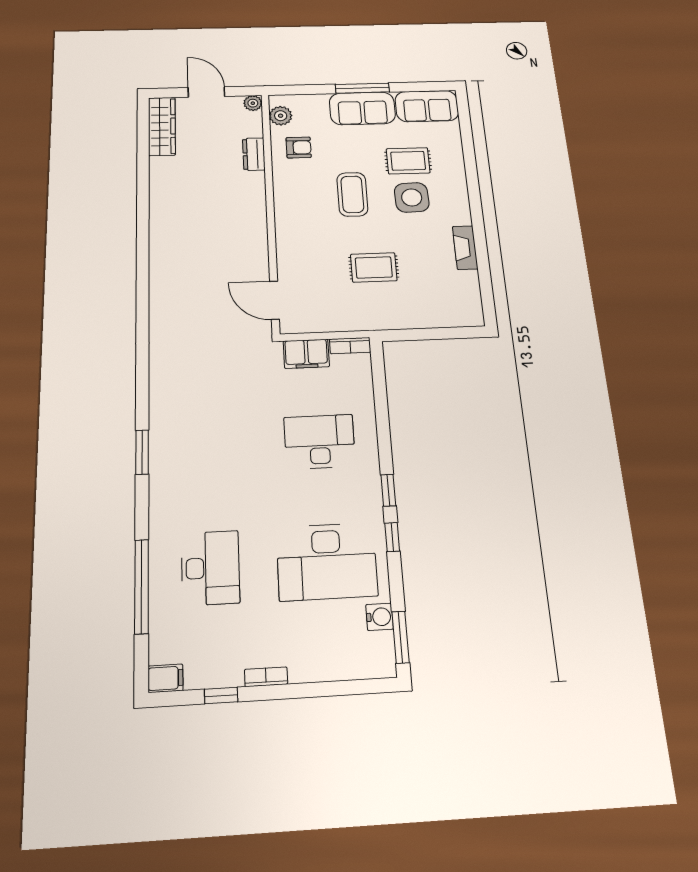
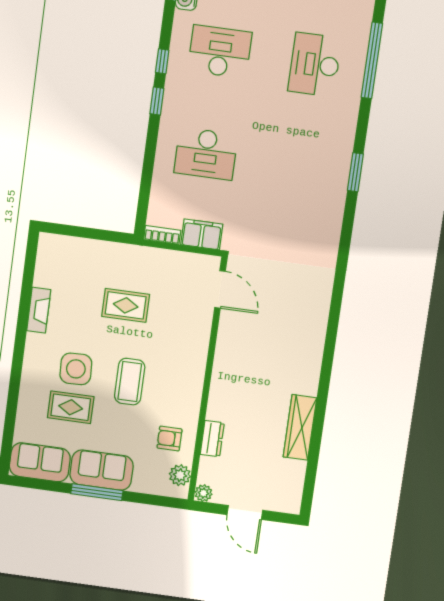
wardrobe: (162, 126) -> (300, 427), moved
desk: (327, 562) -> (220, 52), width x0.73, depth x0.77

